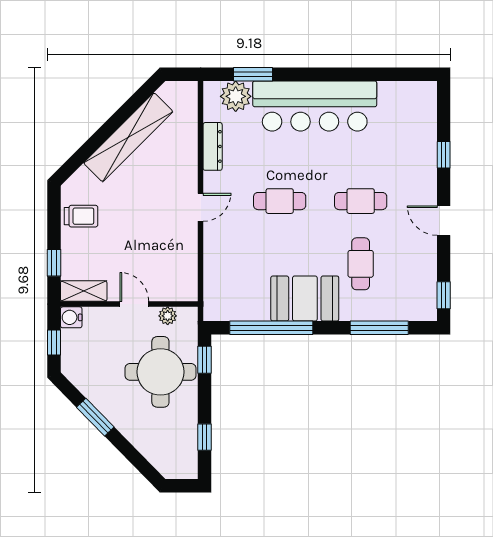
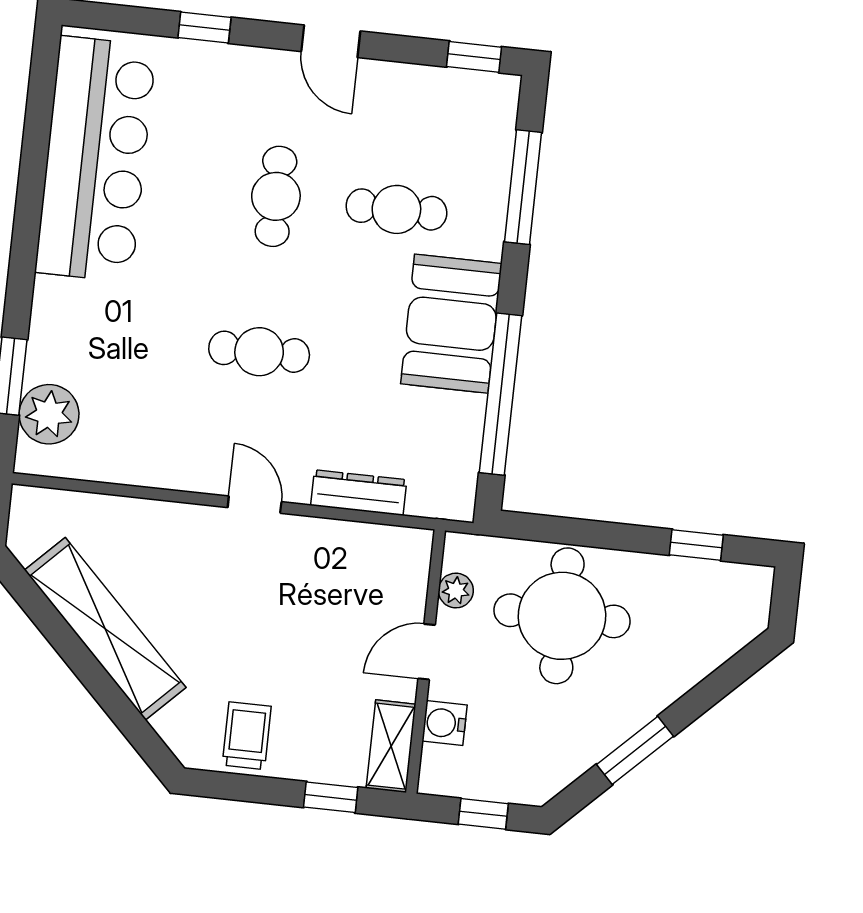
bar counter: (315, 106) -> (96, 159), moved
dresser: (213, 146) -> (359, 493), moved
cafe table: (280, 201) -> (259, 352), turned 90
door: (444, 221) -> (331, 41), hinge flipped
water cooler: (71, 317) -> (445, 723), moved, turned 90
window: (205, 360) -> (548, 529), removed

